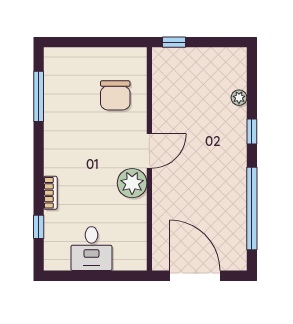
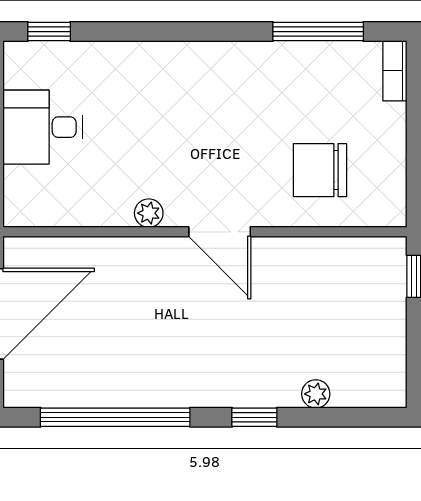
plant: (132, 183) -> (149, 213), width x0.53, depth x0.53
bookcase: (50, 193) -> (395, 71), moved, turned 90
window: (39, 227) -> (49, 32), moved

